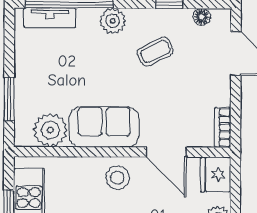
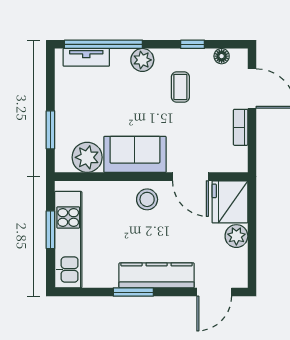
coffee table: (155, 51) -> (180, 87), turned -63
bookcase: (223, 127) -> (241, 127), moved
fridge: (216, 174) -> (230, 202), width x1.36, depth x1.34

